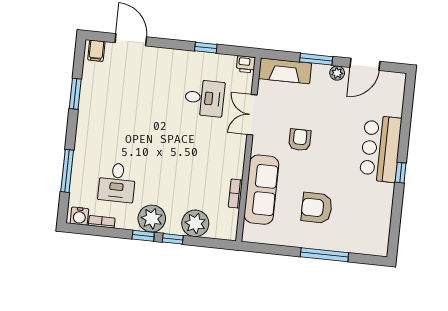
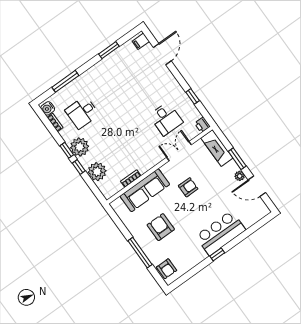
armchair: (367, 241) -> (167, 269), added

